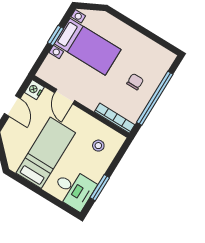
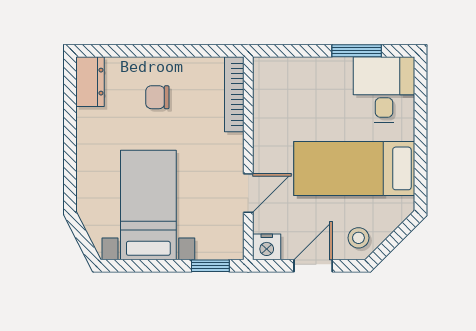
window: (56, 35) -> (210, 266), moved
dresser: (162, 55) -> (90, 82), added
window: (155, 98) -> (164, 51), removed
stool: (98, 146) -> (358, 238), moved

